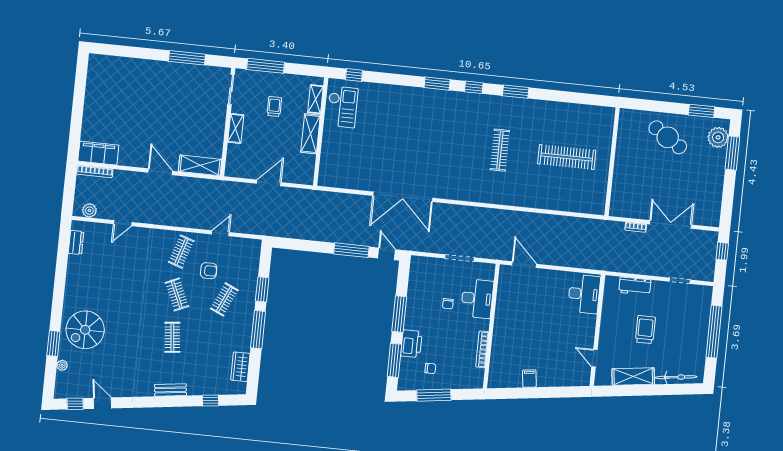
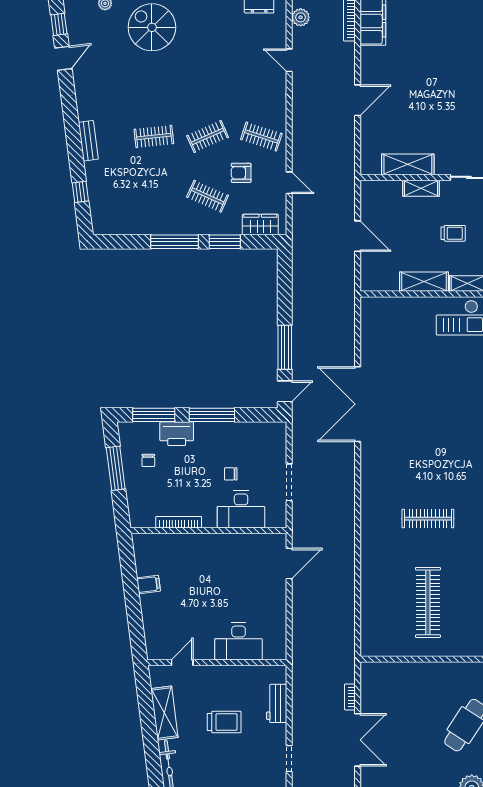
shelving: (200, 165) -> (408, 164), moved, turned 90
armchair: (209, 271) -> (241, 173), turned 90
desk: (584, 294) -> (239, 641), moved
wardrobe: (240, 367) -> (260, 225), moved

